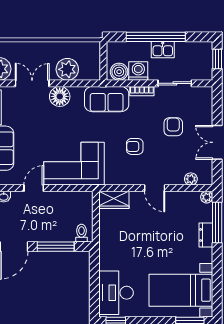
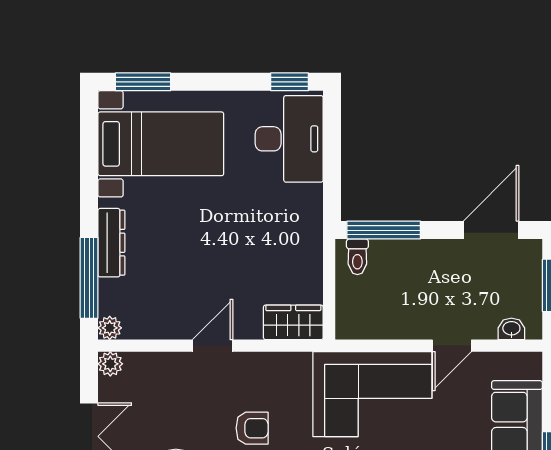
plant: (191, 179) -> (110, 364), moved
door: (155, 188) -> (213, 346), hinge flipped
dresser: (206, 235) -> (111, 243), width x1.44
window: (56, 247) -> (384, 230), moved

